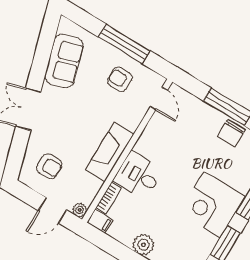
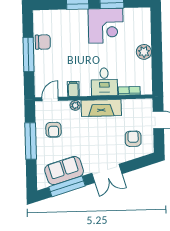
window: (43, 52) -> (67, 186), added
corner desk: (212, 205) -> (106, 26), moved
plant: (80, 210) -> (75, 105), moved
filing cabinet: (100, 221) -> (73, 89), moved

